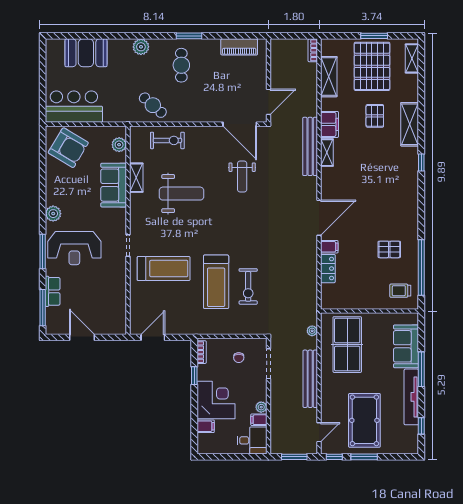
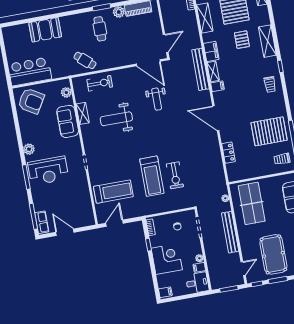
plant: (141, 47) -> (119, 12), moved
booth: (86, 53) -> (45, 30), moved
trolley: (402, 185) -> (270, 84), added
weight bench: (181, 194) -> (116, 119), turned 180
door: (319, 218) -> (216, 118), swing flipped
filing cabinet: (329, 247) -> (217, 86), moved
pallet: (389, 249) -> (269, 131), width x2.05, depth x2.00
treadmill: (164, 269) -> (113, 192), moved
row of seats: (53, 291) -> (42, 222), moved
filing cabinet: (206, 426) -> (165, 292), moved

